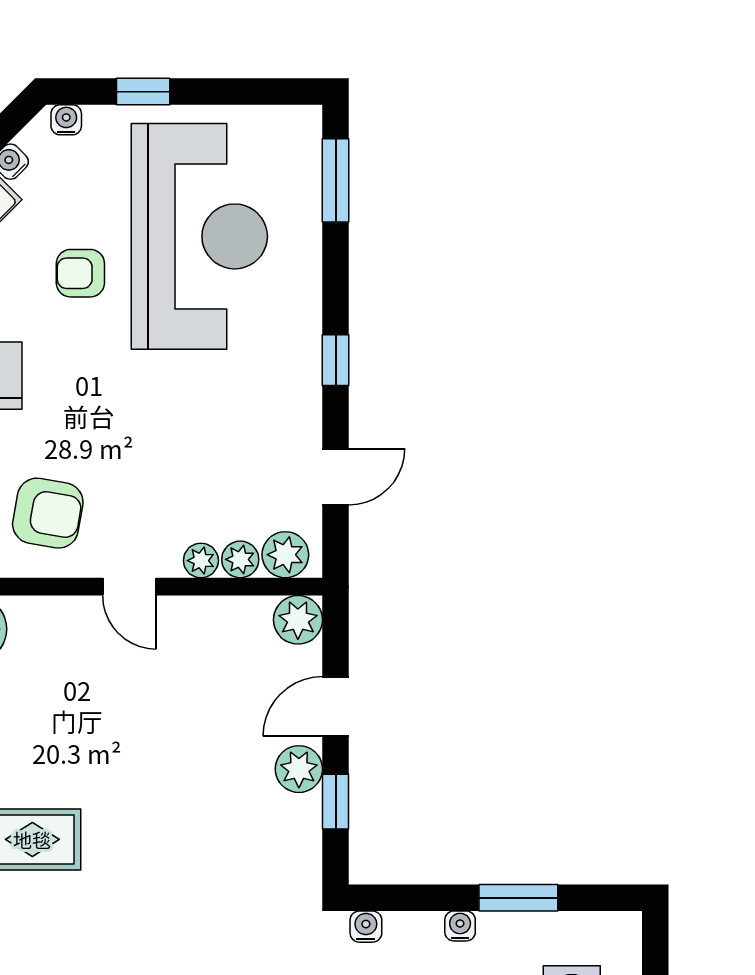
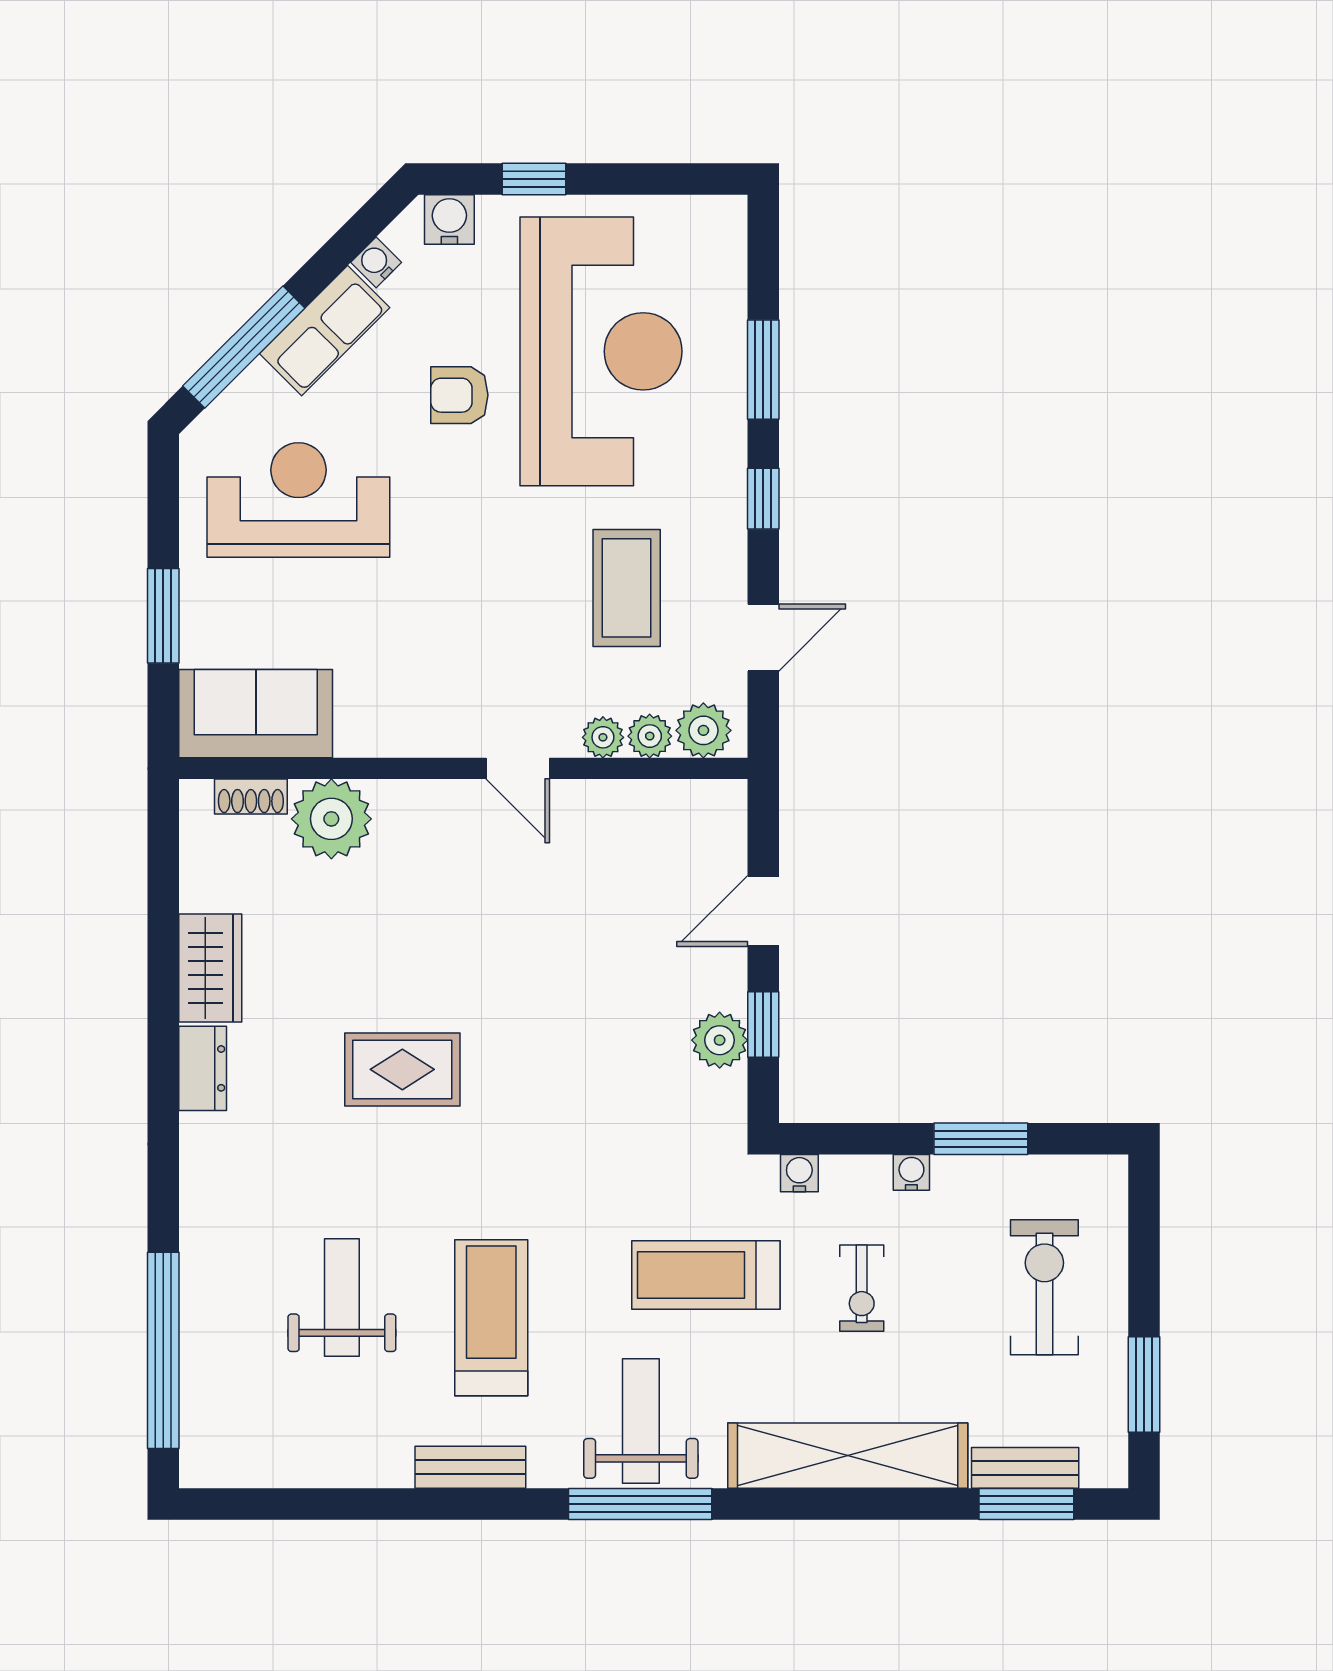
water cooler: (66, 120) -> (449, 219), width x1.38, depth x1.38
window: (336, 180) -> (763, 370), moved
coffee table: (221, 435) -> (627, 588), added
armchair: (48, 513) -> (421, 681), removed
plant: (298, 620) -> (718, 808), removed
plant: (299, 769) -> (720, 1040), moved

